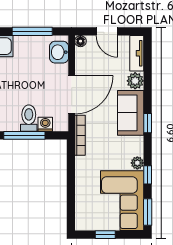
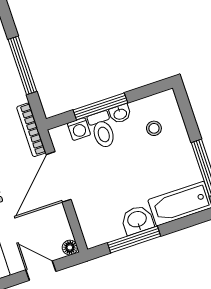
washbasin: (59, 52) -> (137, 220), moved, turned -90
washbasin: (12, 125) -> (120, 114), added
window: (71, 184) -> (22, 65), added

